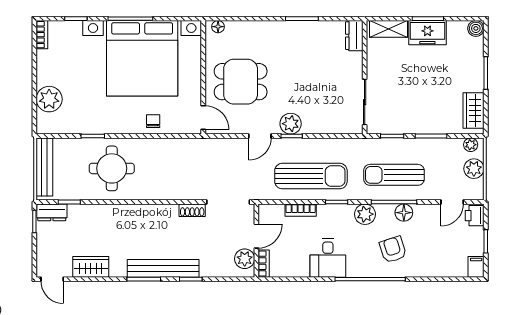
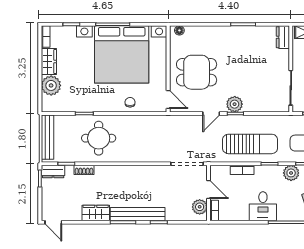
wardrobe: (46, 68) -> (49, 61), added
shoe rack: (192, 210) -> (84, 170), moved
door: (256, 236) -> (209, 190), hinge flipped
wardrobe: (91, 267) -> (96, 213), moved

